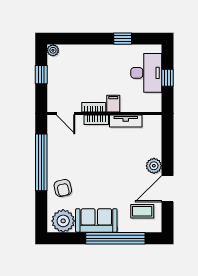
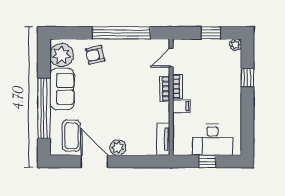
window: (123, 39) -> (247, 78), moved
tv unit: (126, 121) -> (163, 139), moved
coffee table: (142, 211) -> (71, 136), width x1.36, depth x1.30

